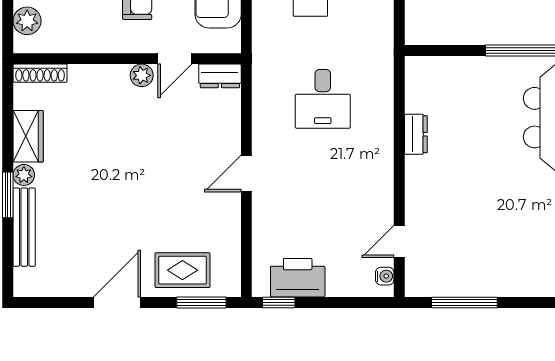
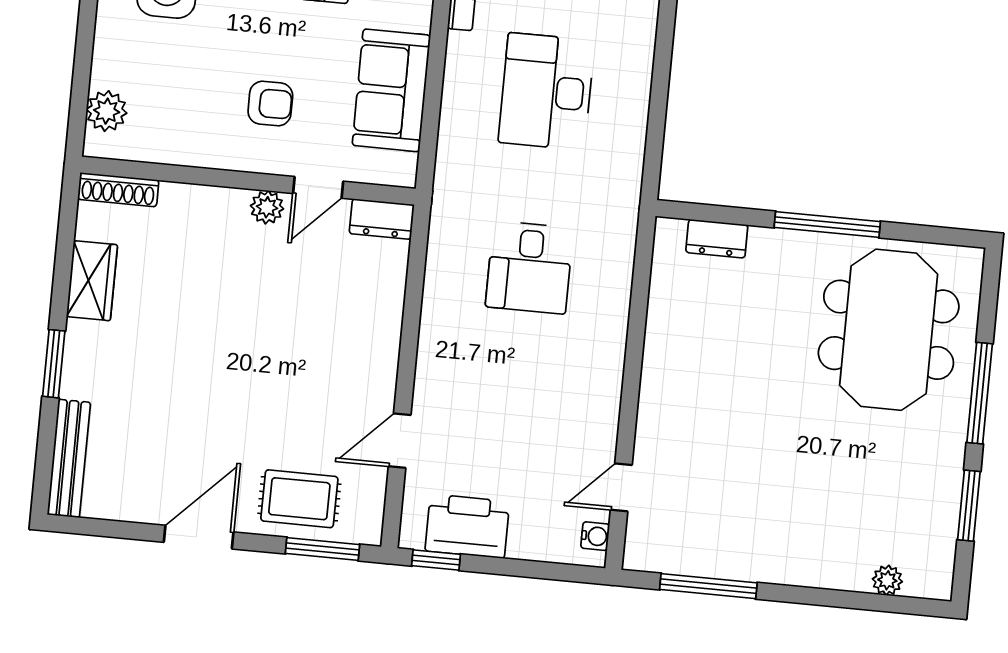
dresser: (416, 134) -> (717, 239), moved, turned 90
door: (246, 173) -> (400, 441), moved
plant: (24, 175) -> (80, 337), removed
bench: (24, 227) -> (69, 458), moved

